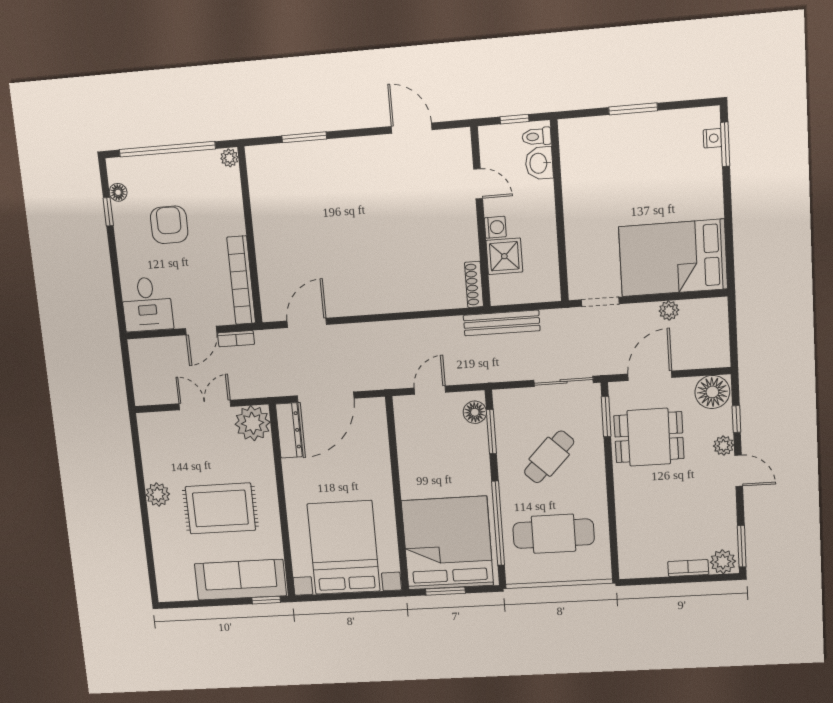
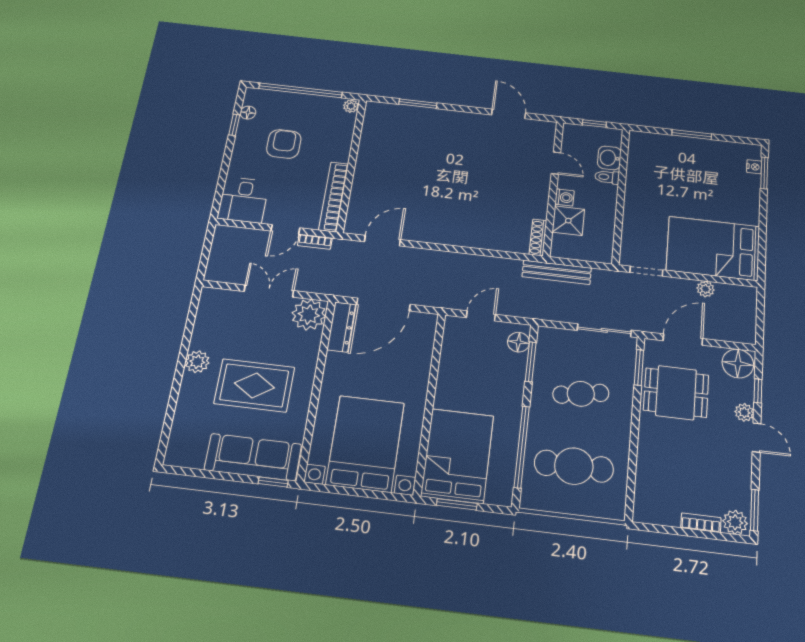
toilet: (537, 137) -> (607, 177), moved
cafe table: (549, 457) -> (581, 394), turned 36
bed: (447, 543) -> (457, 456), width x0.73

